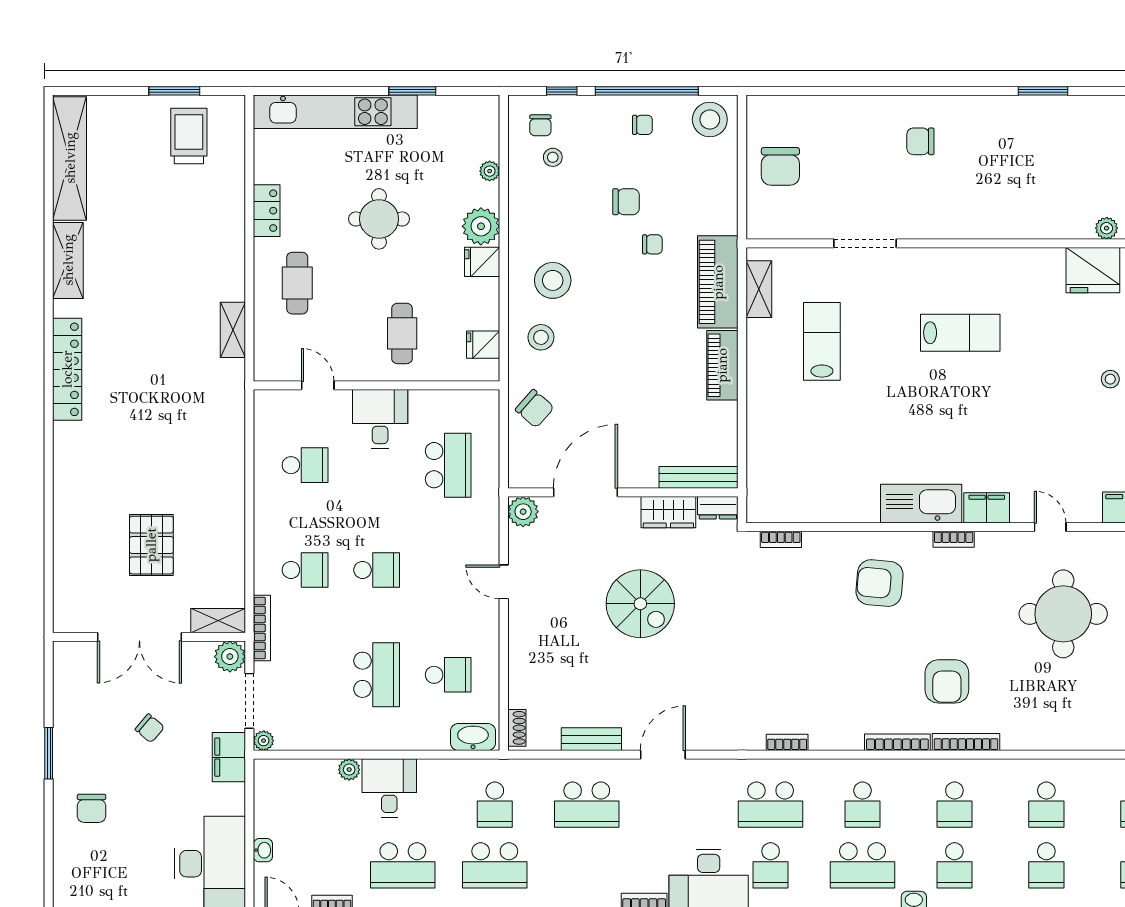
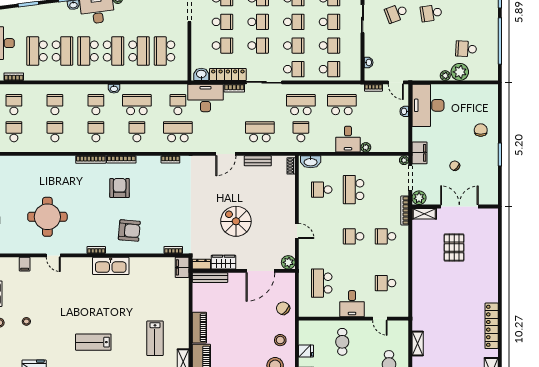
fridge: (483, 345) -> (306, 351), moved
filing cabinet: (987, 508) -> (182, 267), moved, turned 90
armchair: (947, 681) -> (120, 188), moved

